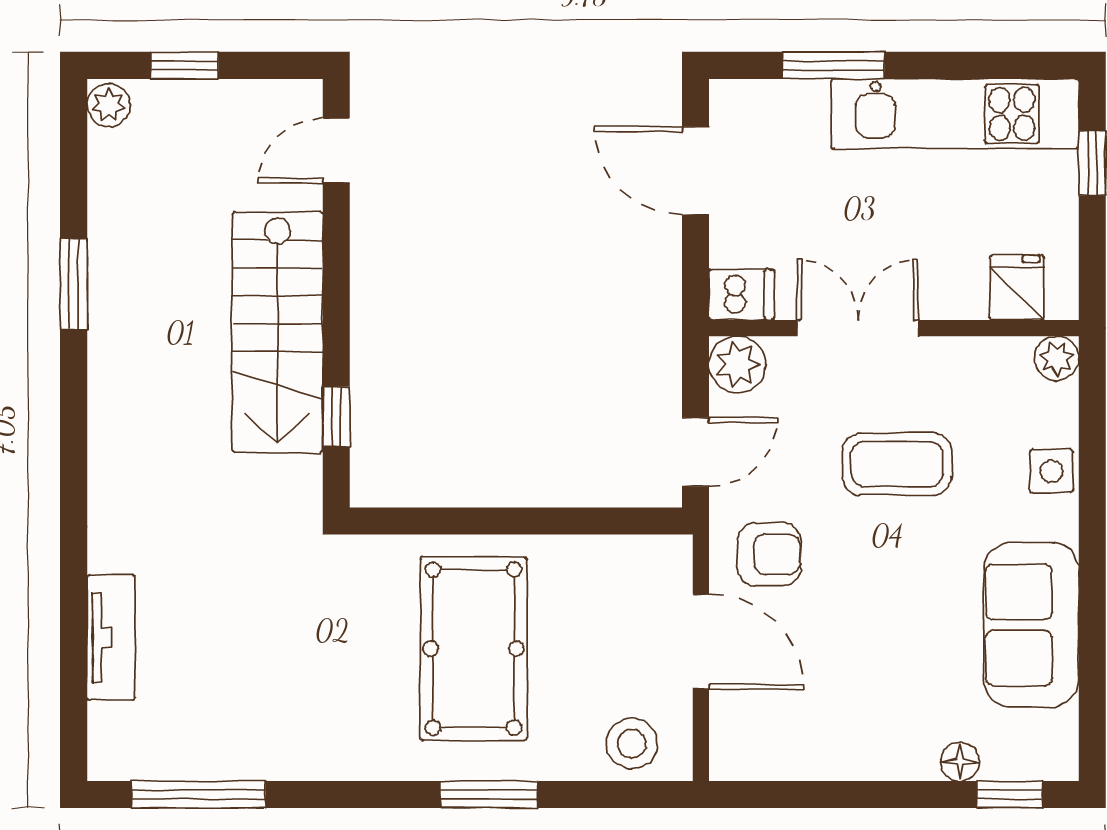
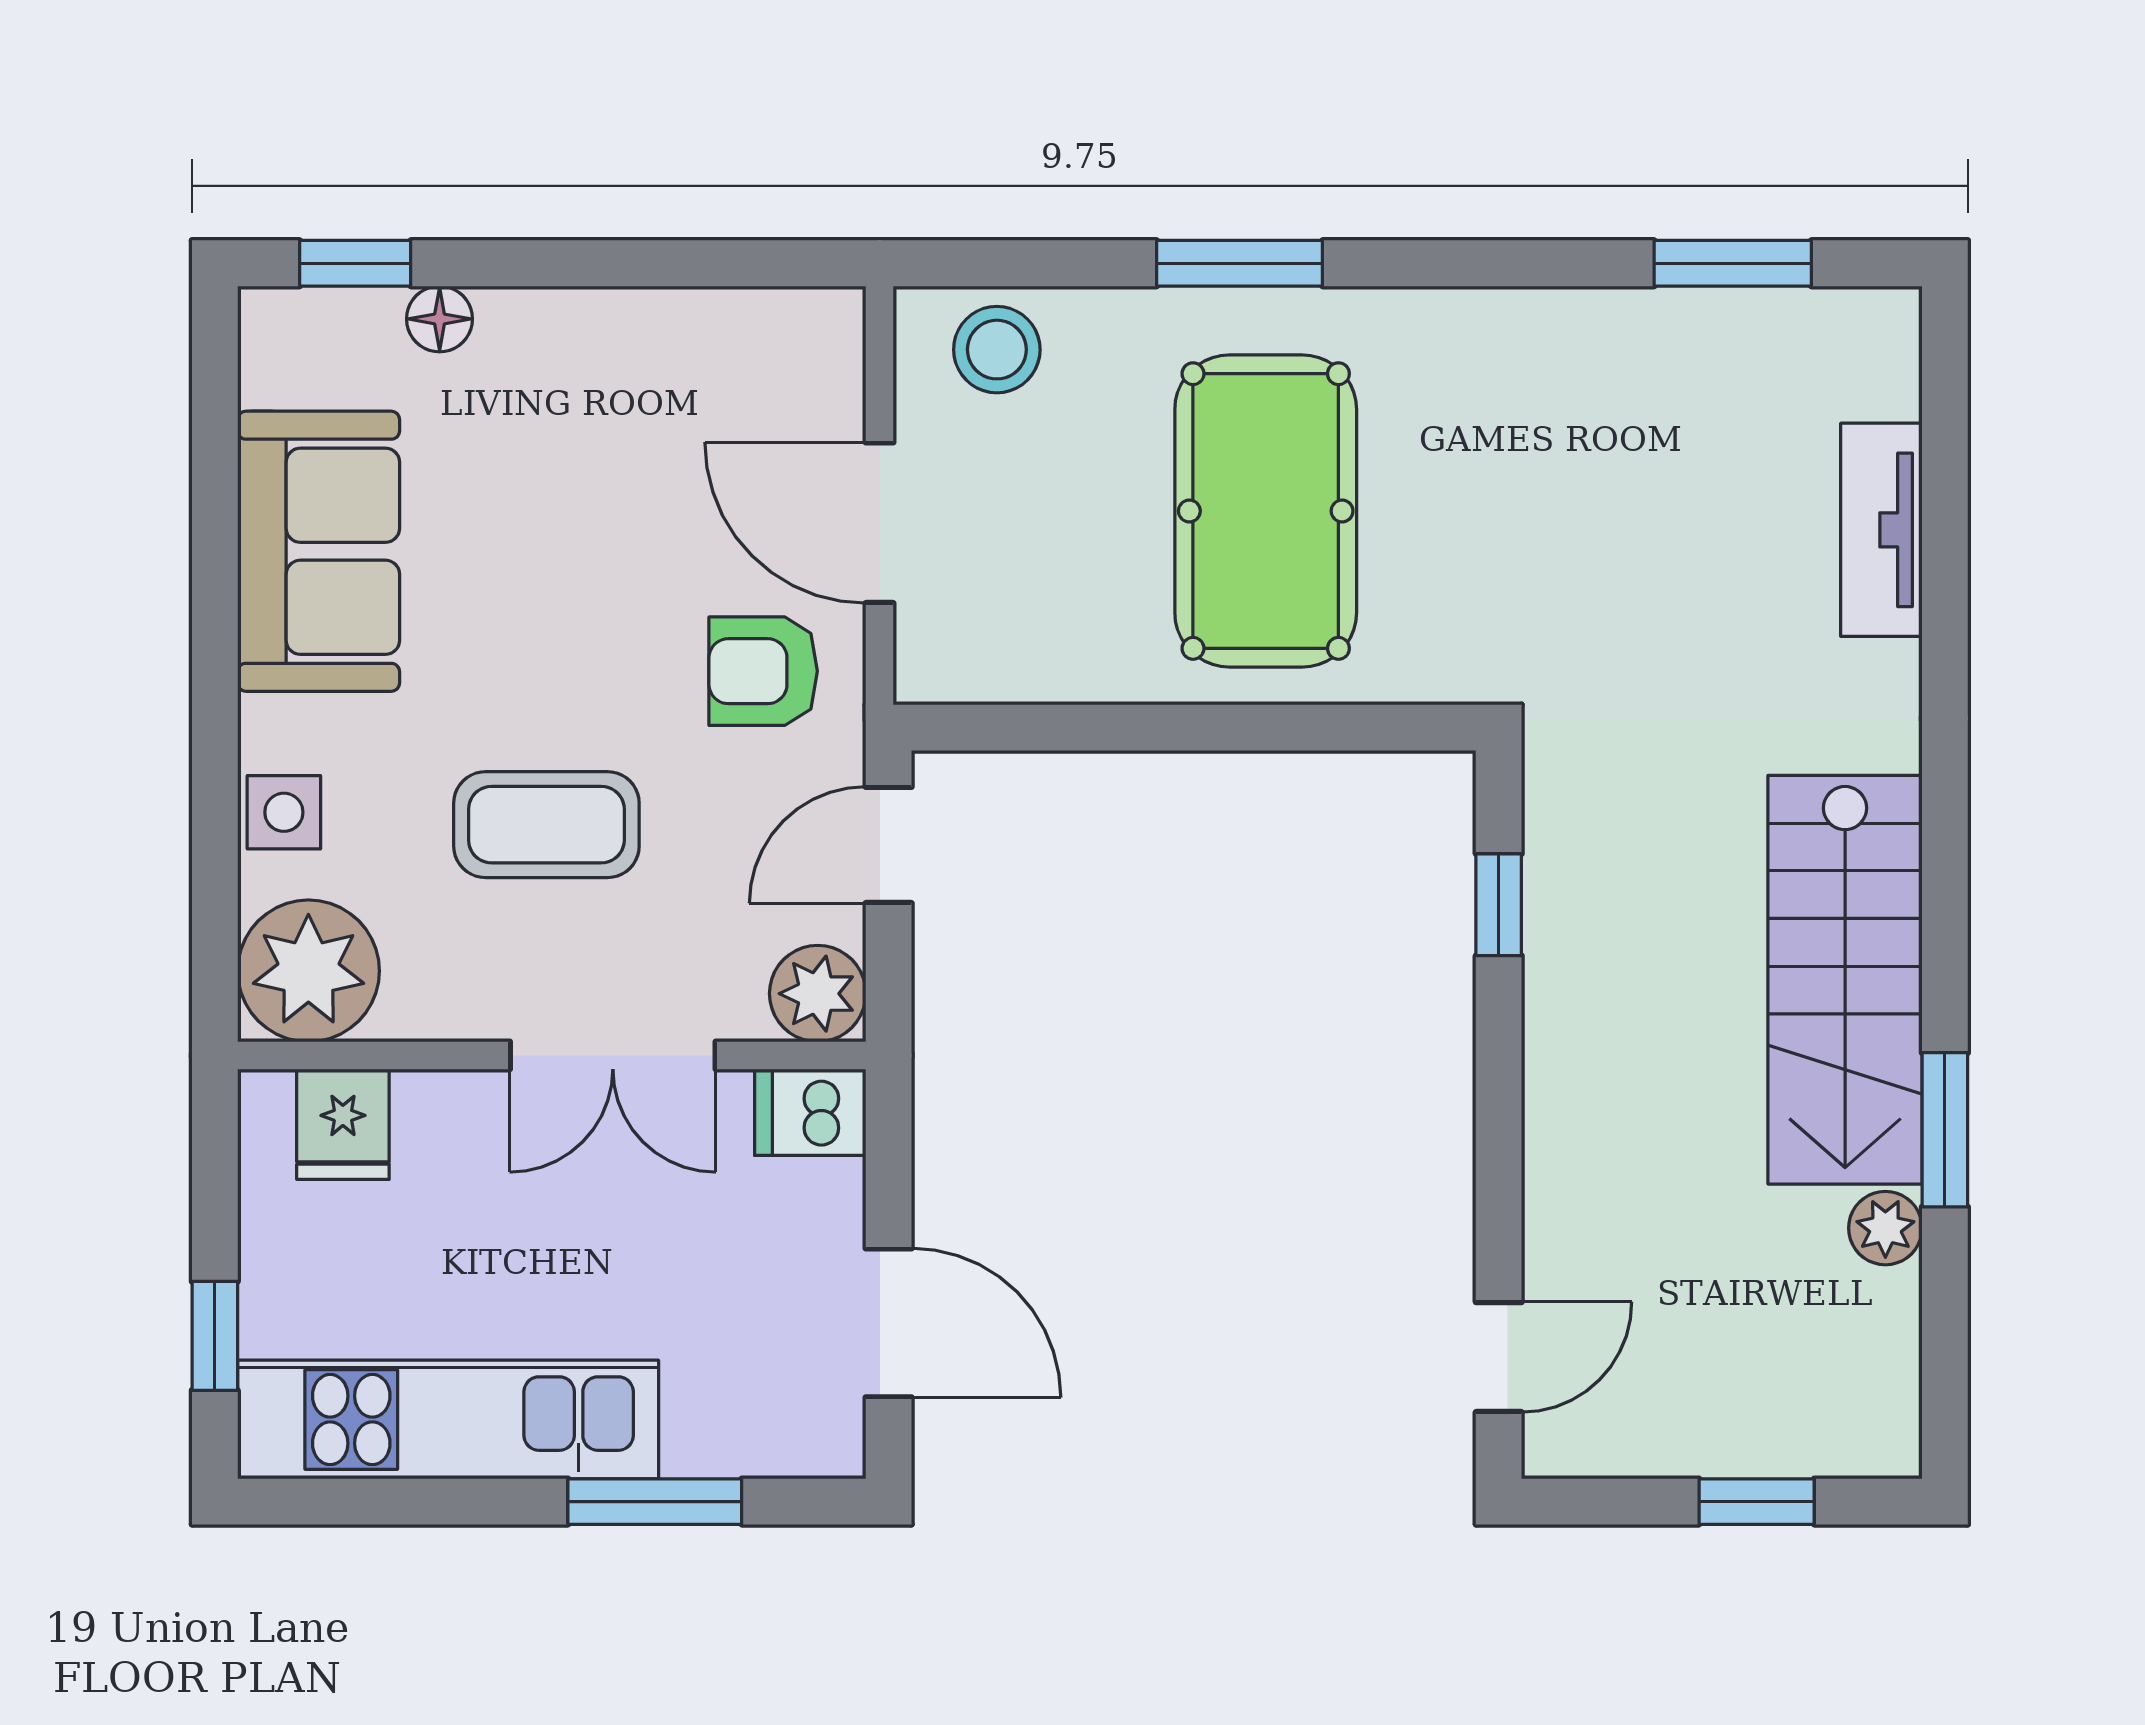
plant: (109, 105) -> (1885, 1228), moved
stairs: (278, 332) -> (1845, 980), moved, turned 180
plant: (1057, 358) -> (308, 971), width x1.88, depth x1.88
window: (199, 795) -> (1733, 263), width x0.69

